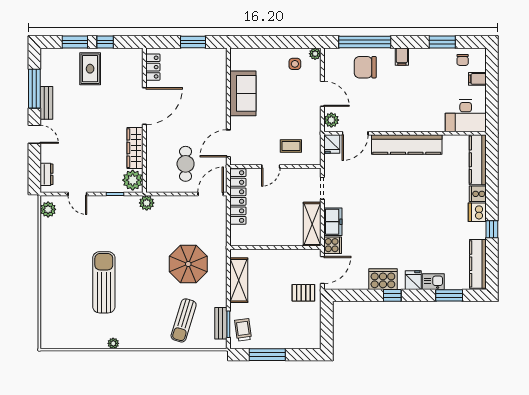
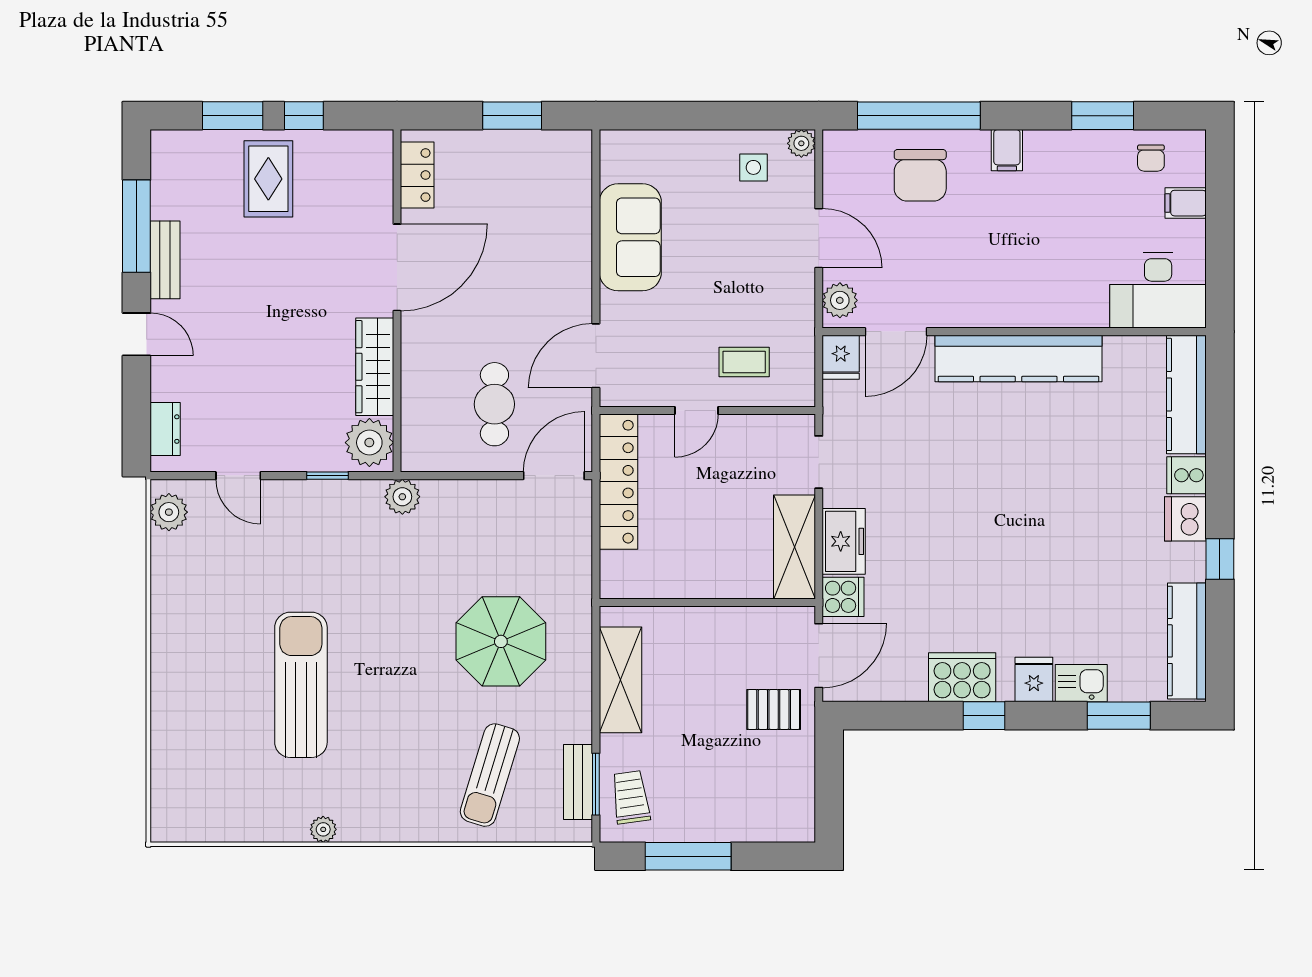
chair: (365, 67) -> (920, 175), turned -90

